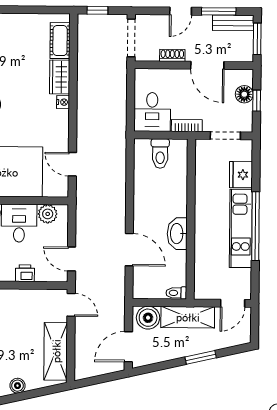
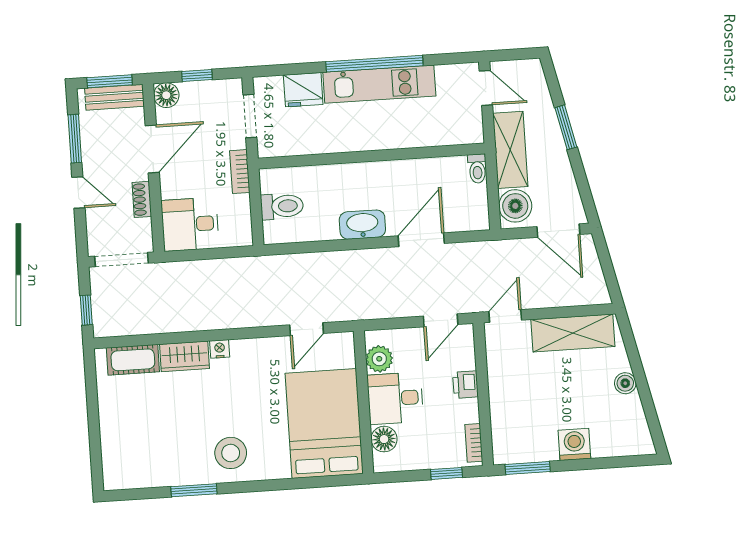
bench: (233, 23) -> (114, 97), moved, turned 90
floor lamp: (244, 94) -> (166, 95), moved
desk: (152, 112) -> (190, 224), moved, turned 180
washbasin: (177, 234) -> (362, 225), moved, turned 180

